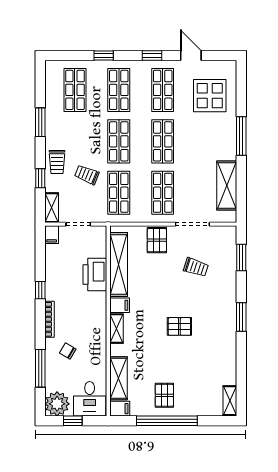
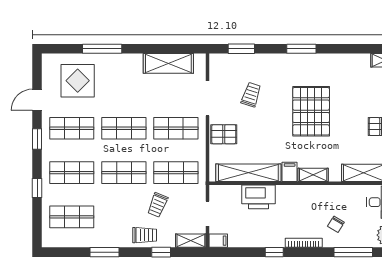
window: (241, 136) -> (102, 49), moved
pallet: (179, 326) -> (311, 111), width x2.05, depth x2.00

